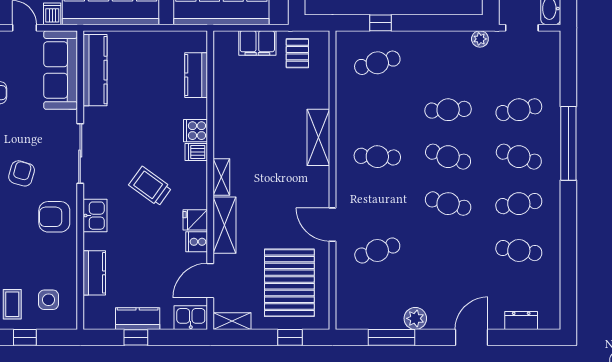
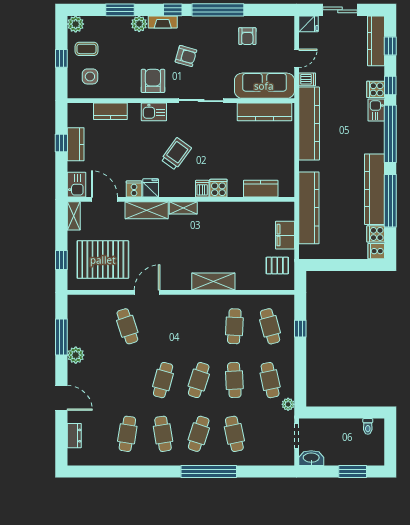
cafe table: (448, 63) -> (270, 380), added
cafe table: (377, 157) -> (234, 326), moved

